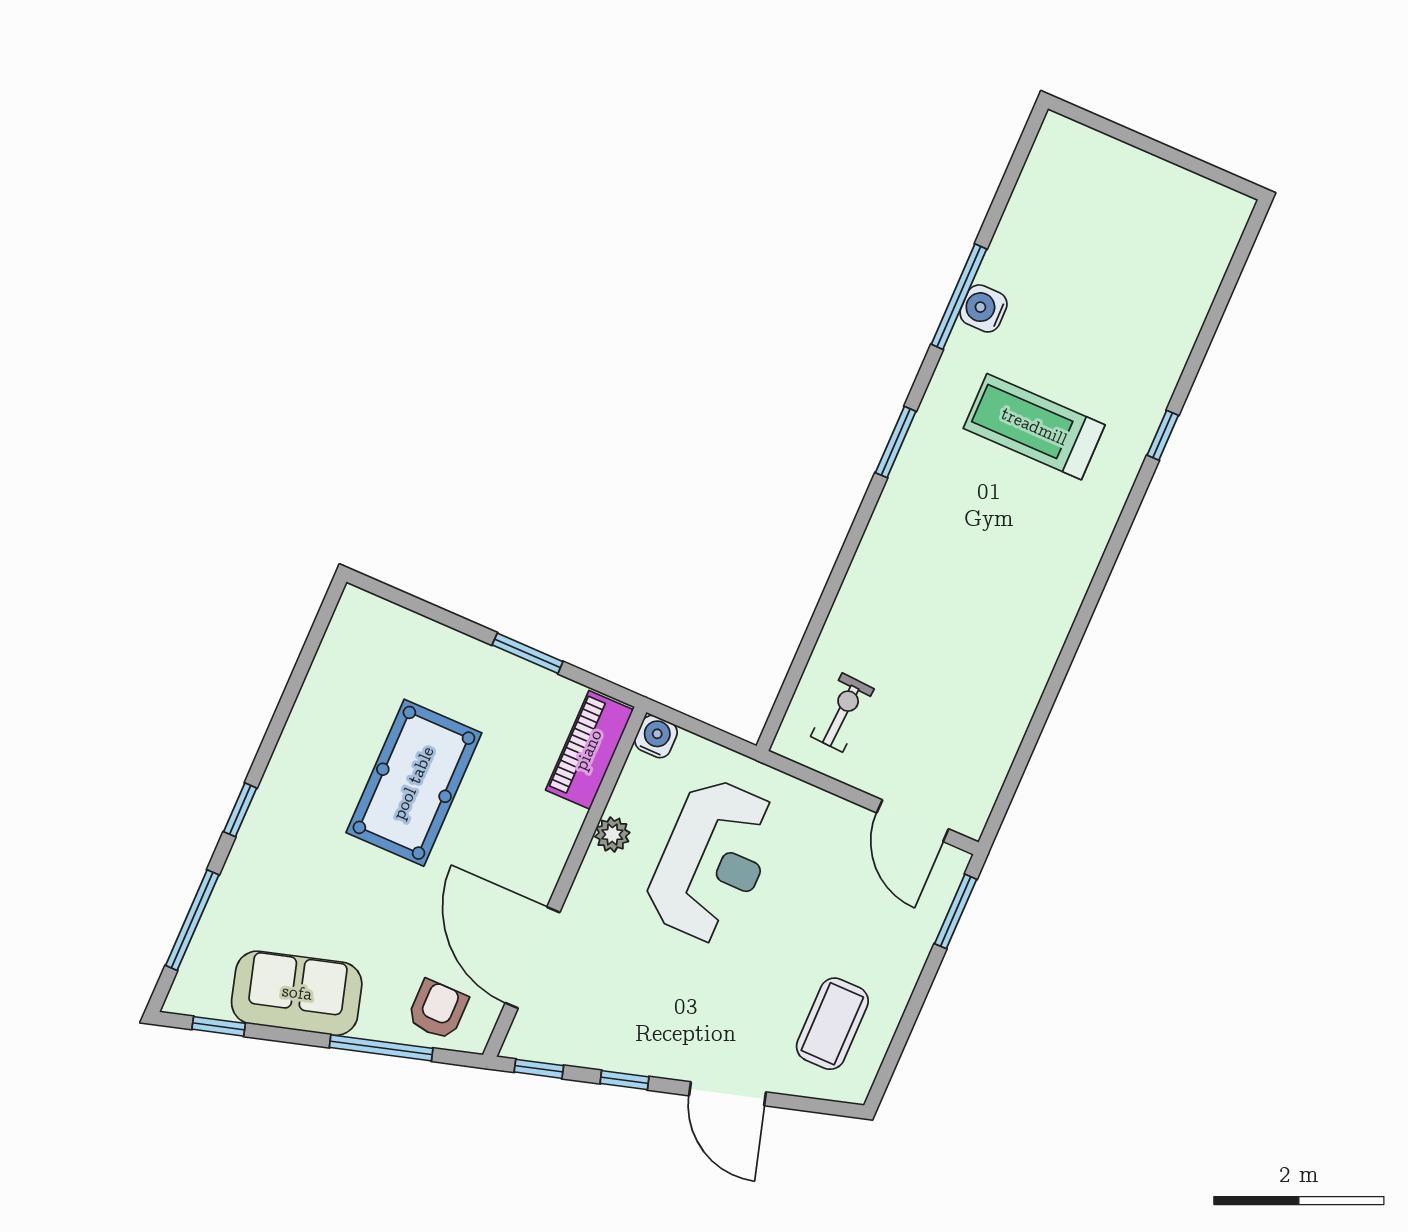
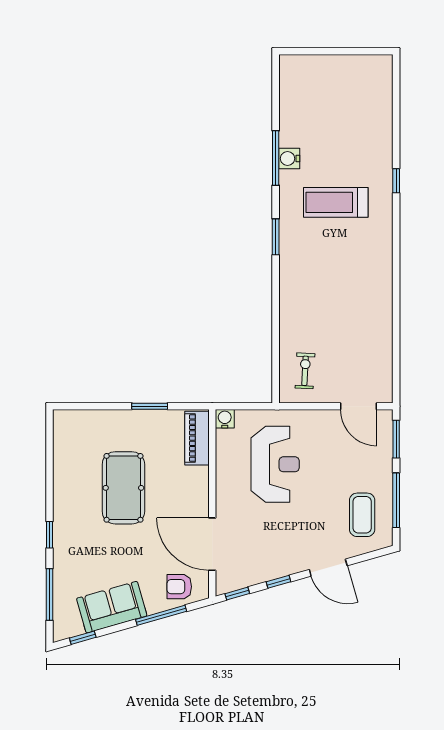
plant: (612, 835) -> (224, 472), removed
armchair: (438, 1010) -> (179, 587), turned -90
window: (907, 1024) -> (396, 500), added

